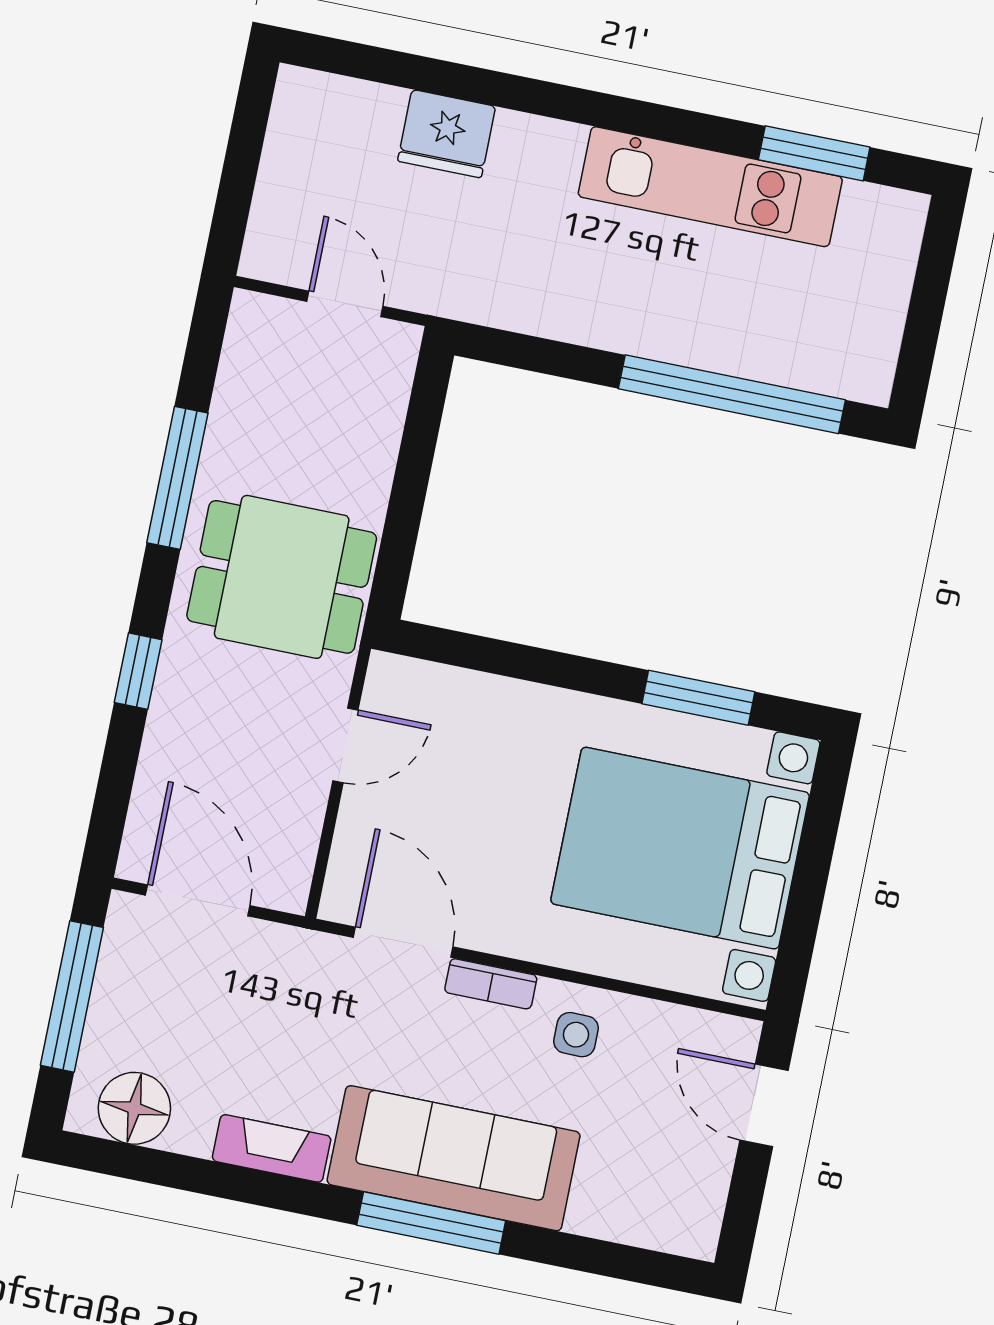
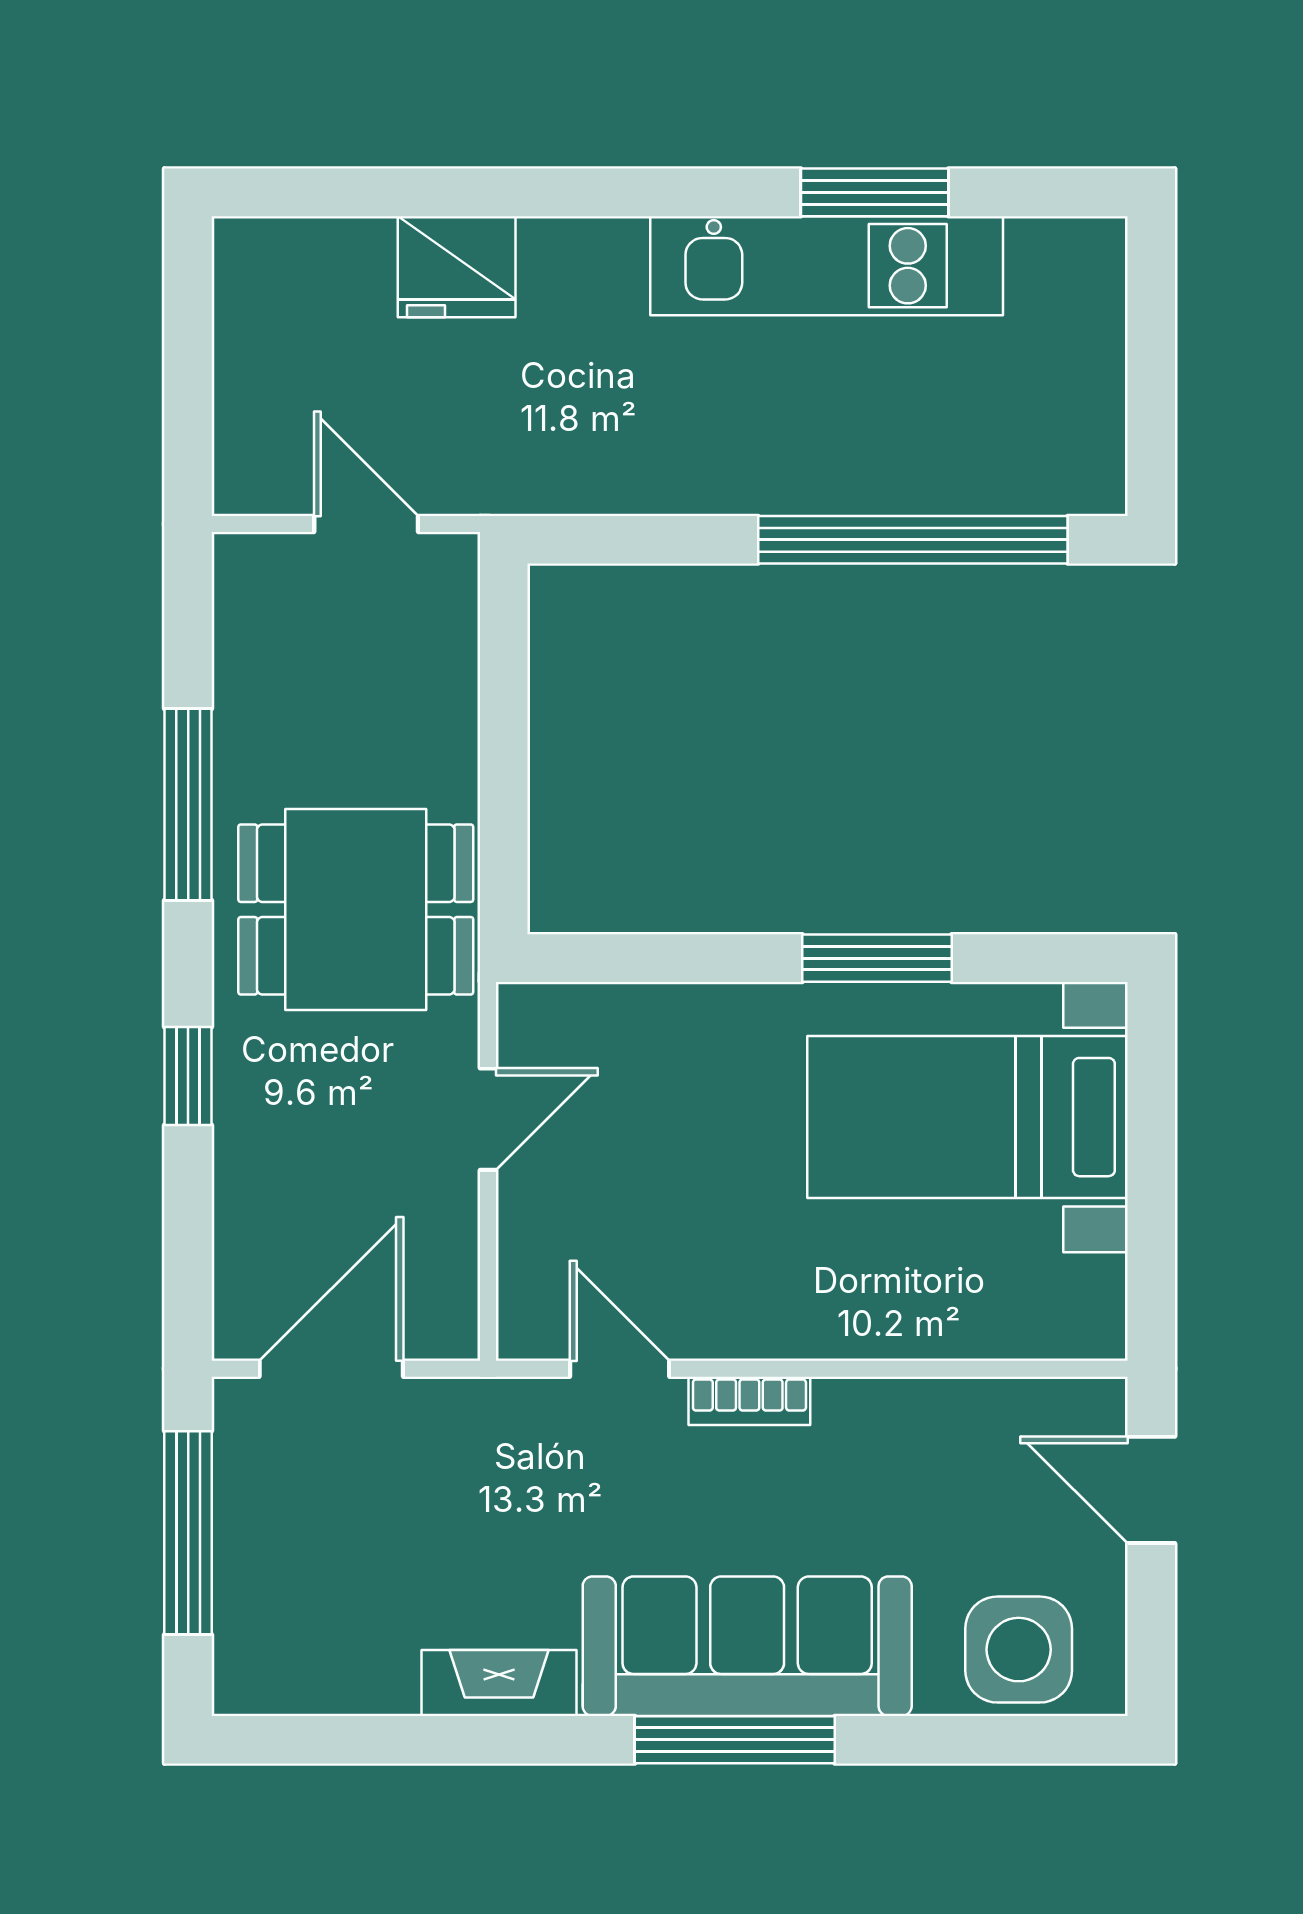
window: (814, 153) -> (875, 192), moved
window: (698, 698) -> (877, 958), moved
bed with nightstands: (680, 848) -> (967, 1117), width x0.73
door: (198, 900) -> (331, 1369), hinge flipped
door: (403, 942) -> (620, 1369), width x0.73
side table: (576, 1035) -> (1019, 1650), moved, width x1.87, depth x1.87
floor lamp: (134, 1108) -> (303, 1666), removed

